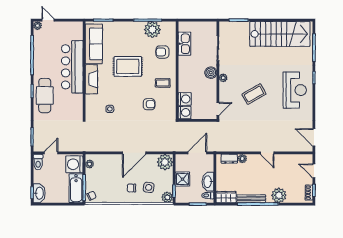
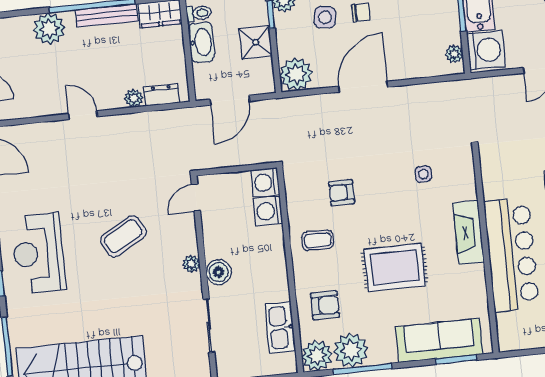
plant: (169, 29) -> (317, 356), added
sofa: (94, 44) -> (439, 341), moved, turned 90

